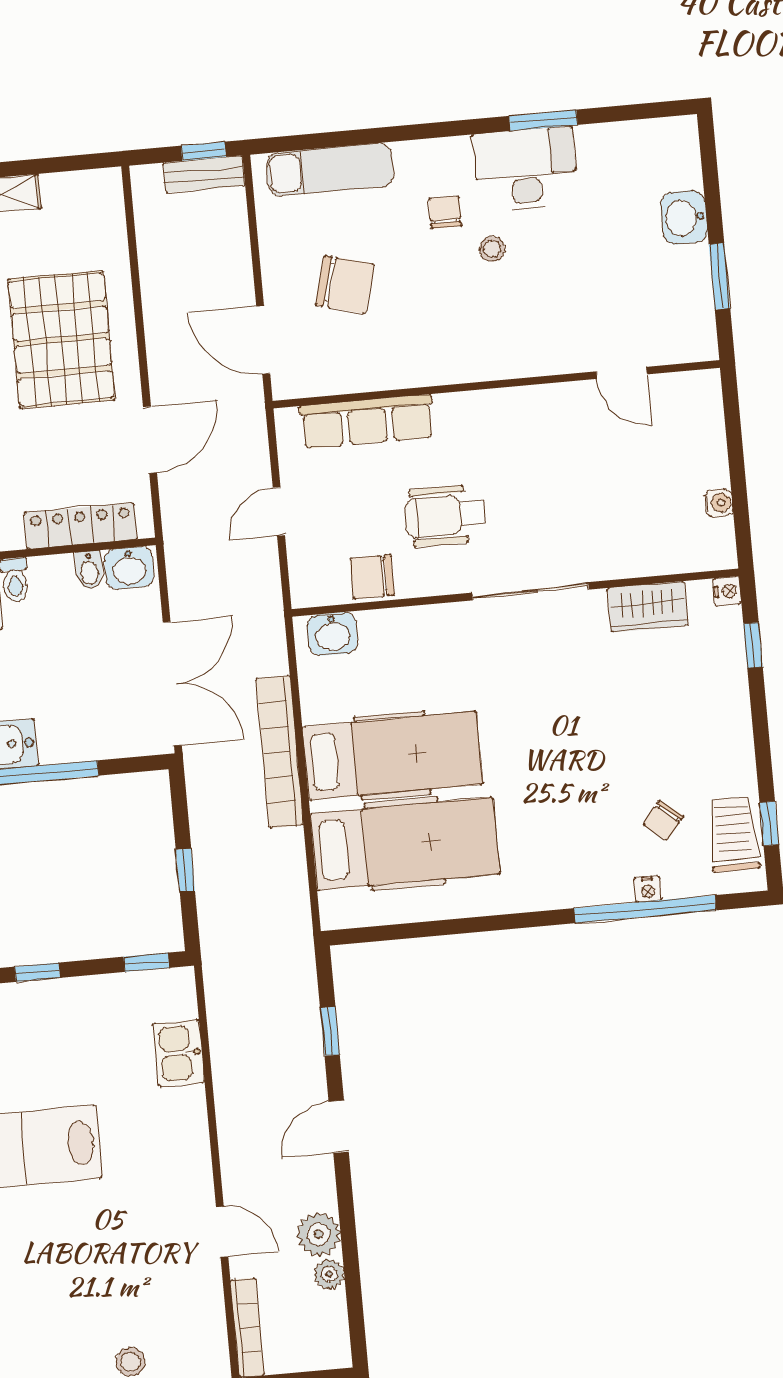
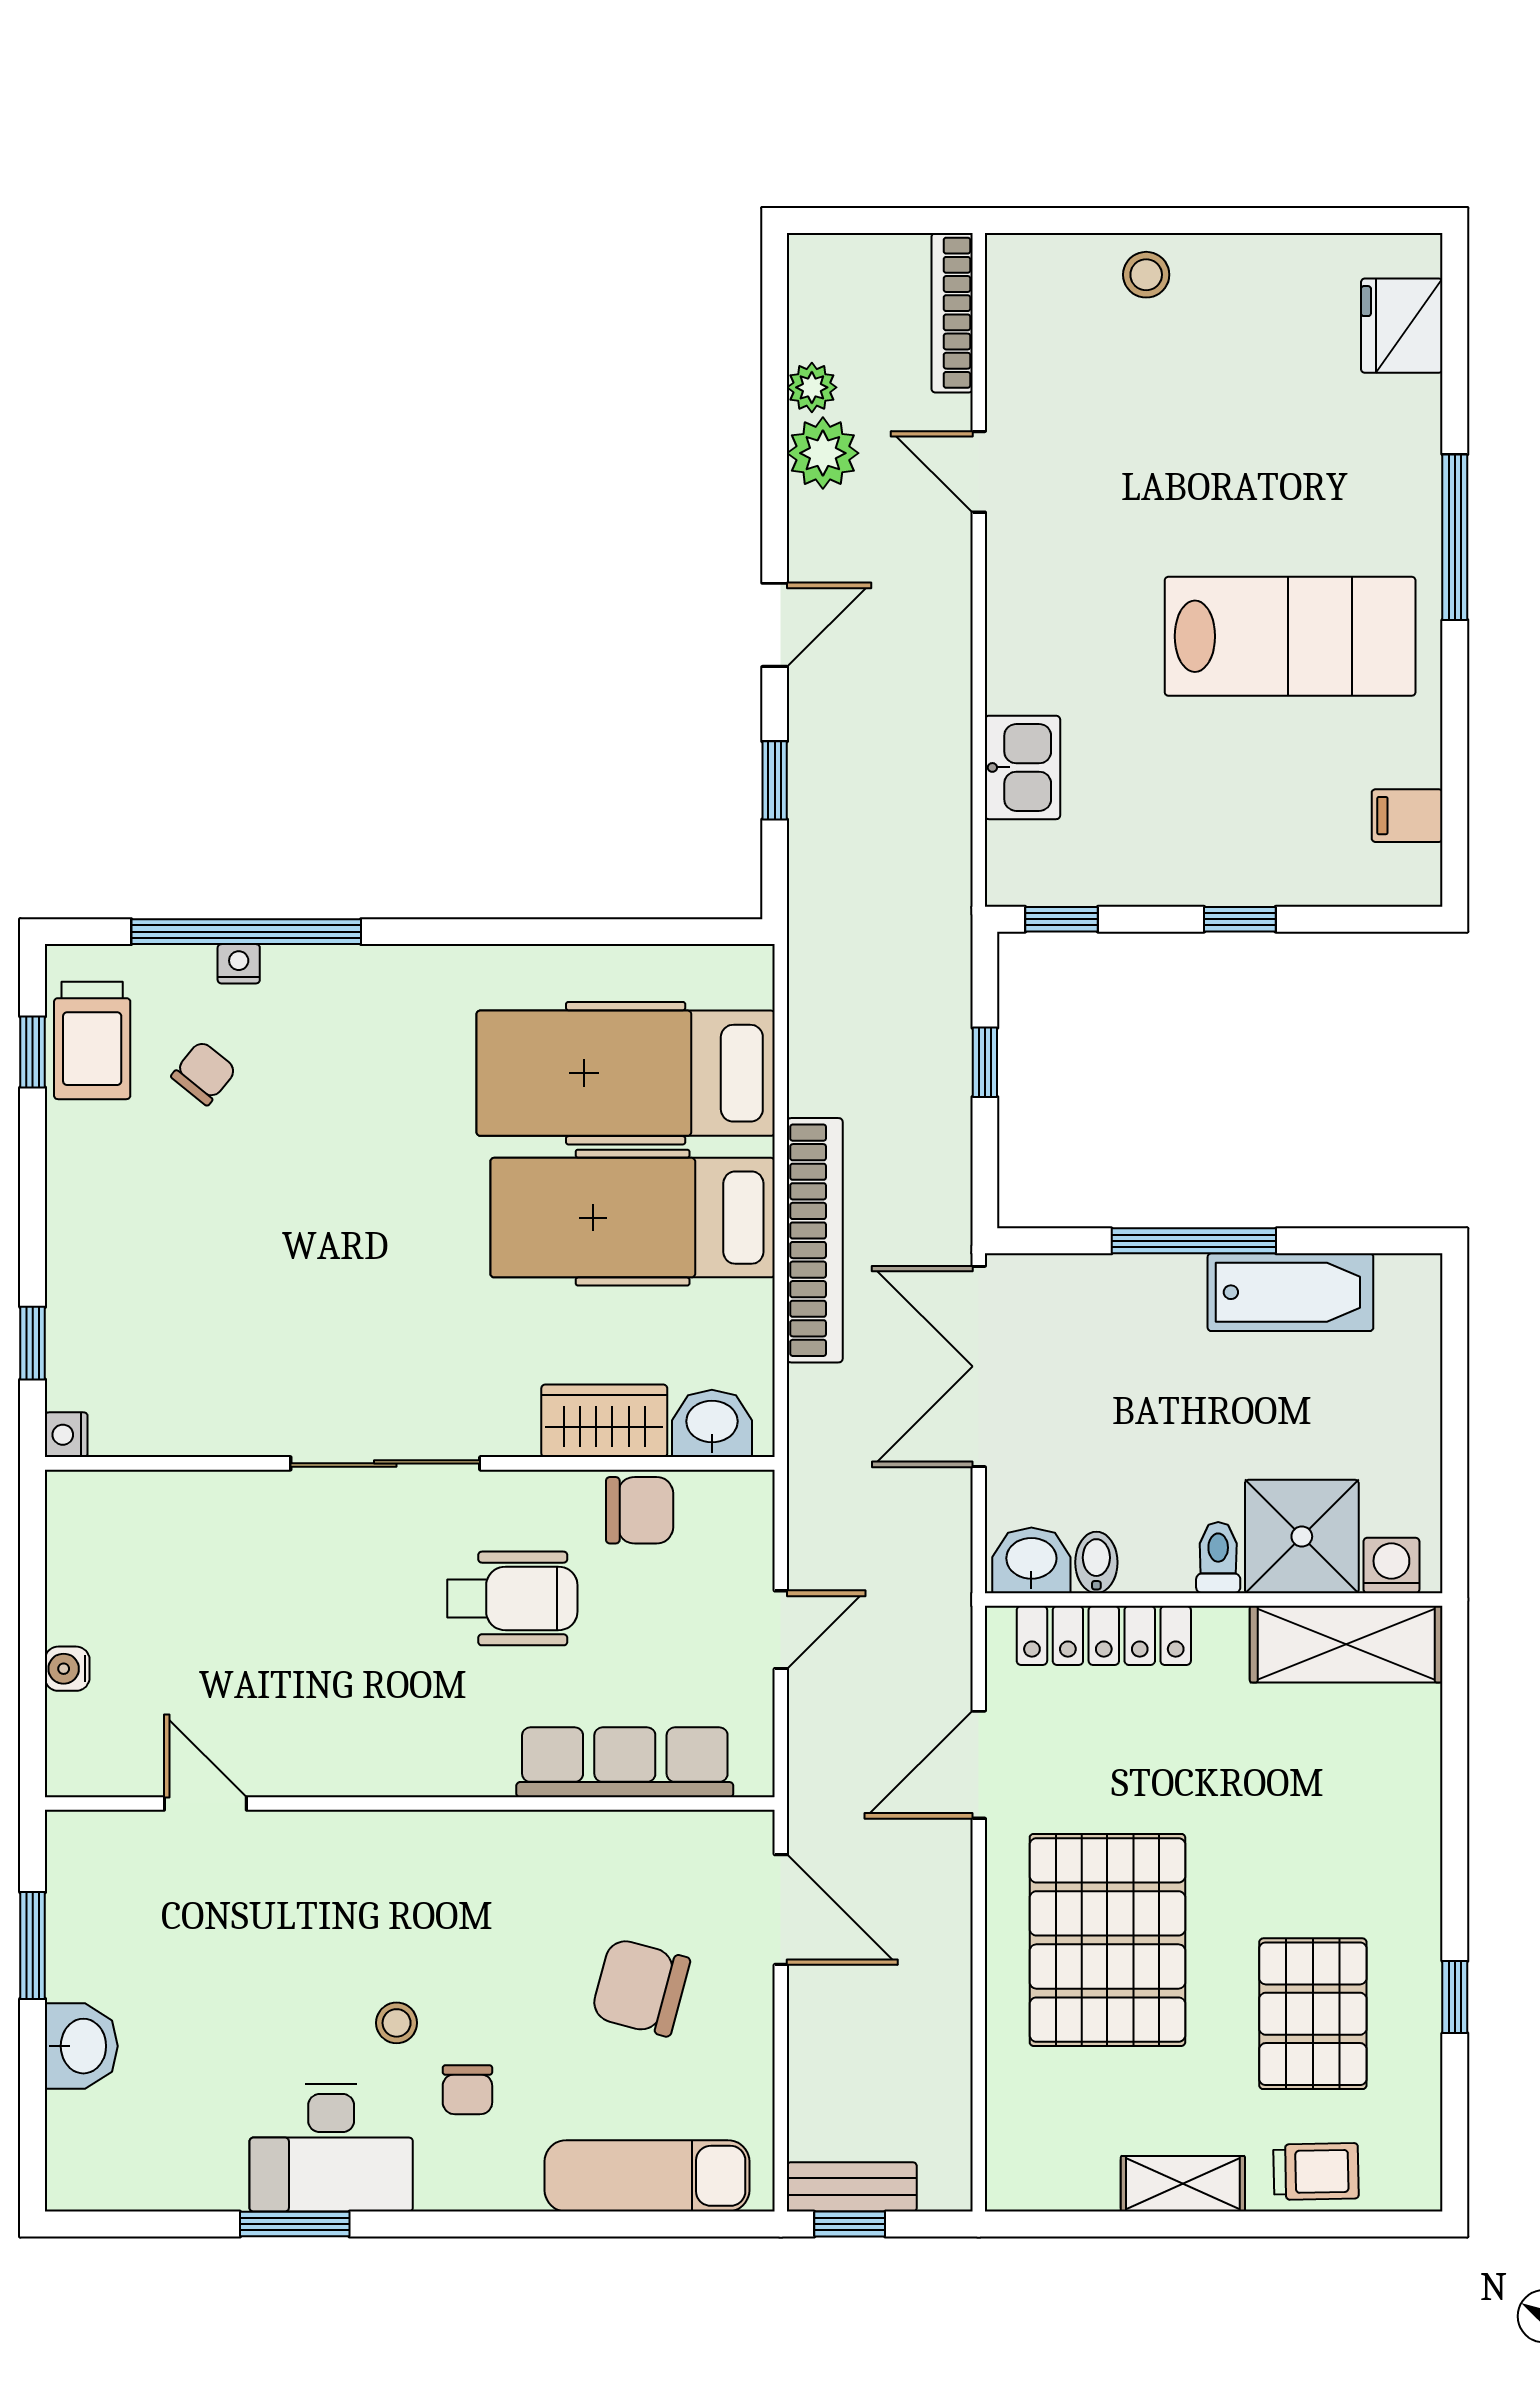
water cooler: (719, 503) -> (67, 1669), moved
wardrobe: (648, 607) -> (604, 1421), moved

